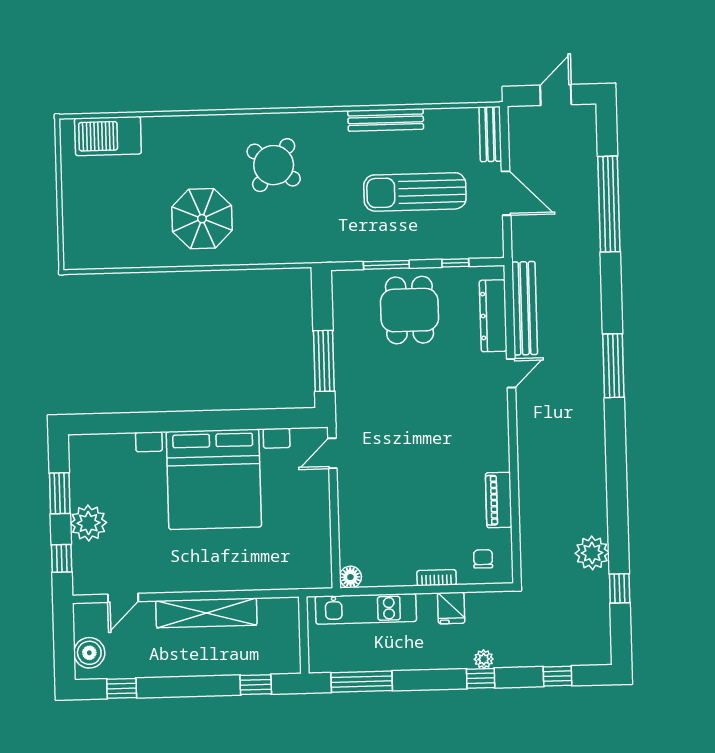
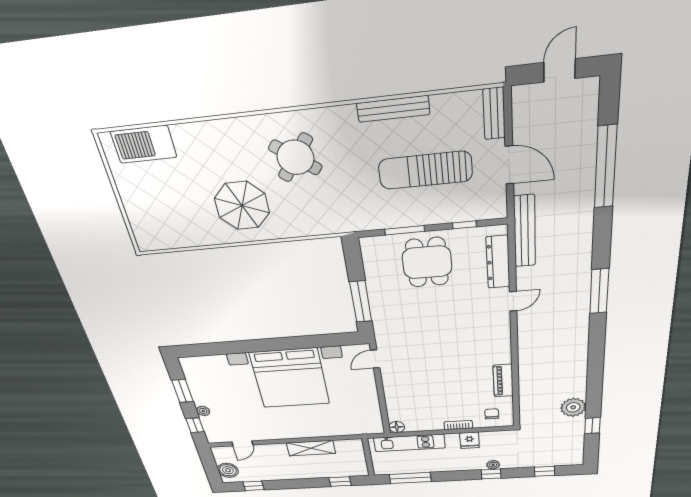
bench: (525, 308) -> (525, 231), moved
plant: (88, 523) -> (203, 411), width x0.53, depth x0.53
shelving: (206, 613) -> (311, 448), width x0.68

